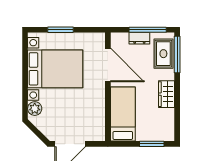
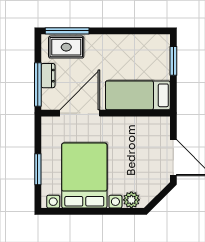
window: (148, 30) -> (38, 84), moved
wardrobe: (167, 94) -> (114, 43), removed

